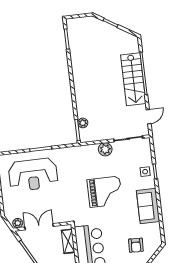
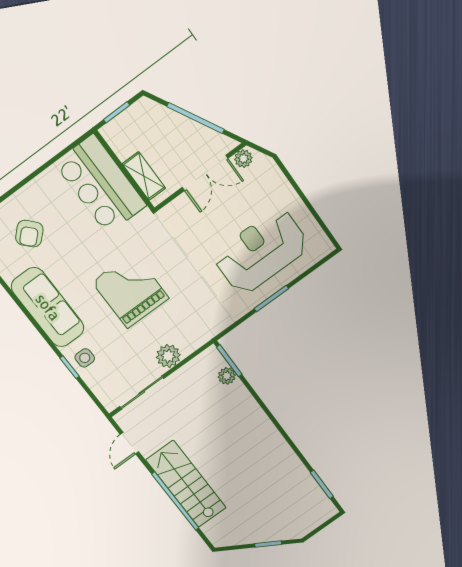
grand piano: (105, 192) -> (131, 290), turned 90
sofa: (148, 206) -> (48, 307), width x1.36
armchair: (136, 245) -> (29, 234), turned -135

